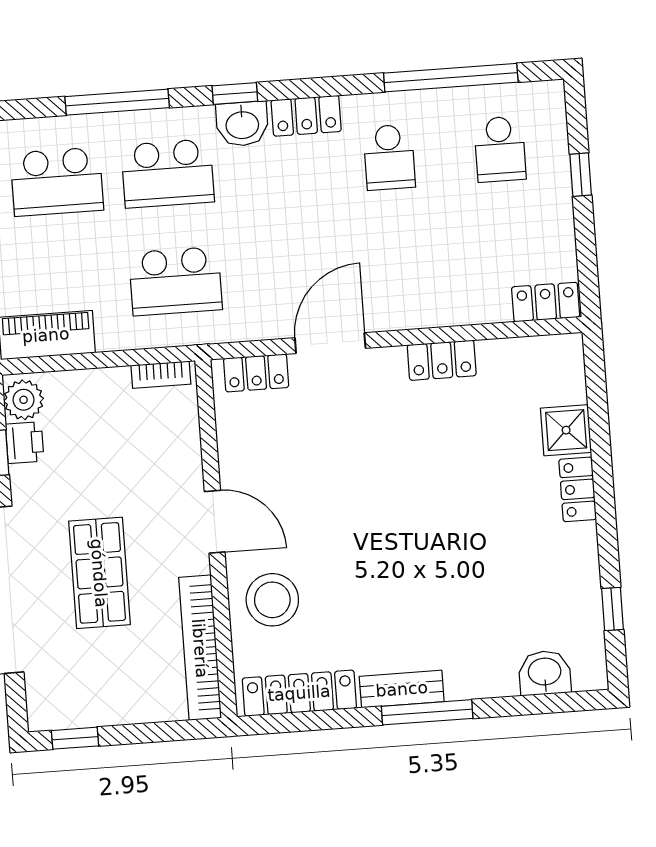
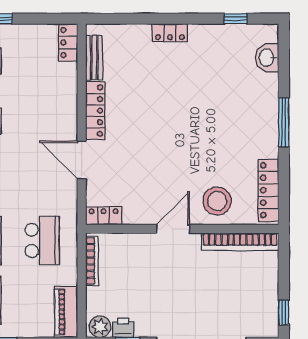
locker: (442, 360) -> (95, 111), width x1.53
locker: (256, 373) -> (104, 216), moved, turned -90
bookcase: (161, 375) -> (92, 261), width x1.56
shower: (566, 430) -> (138, 37), removed
shop shelf: (99, 573) -> (196, 293), removed
bench: (402, 689) -> (94, 58), moved

